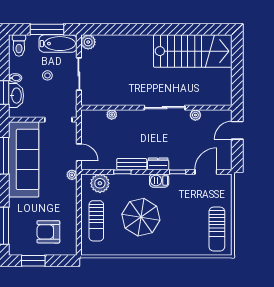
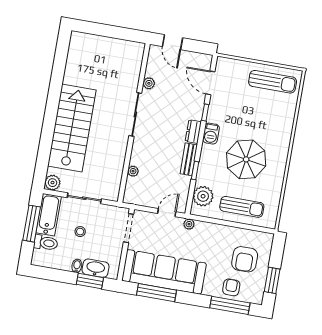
toilet: (19, 46) -> (46, 243), moved
stairs: (193, 51) -> (72, 128), moved
armchair: (20, 224) -> (231, 287), added

